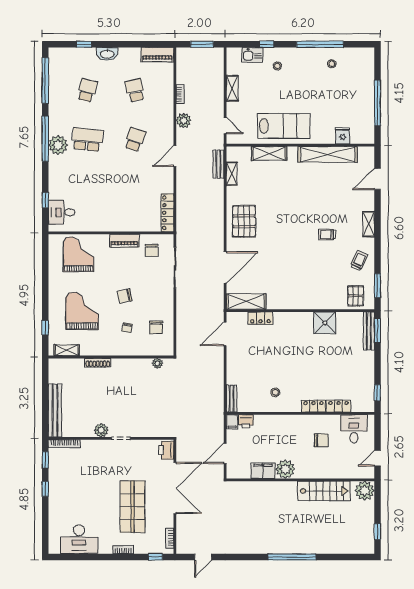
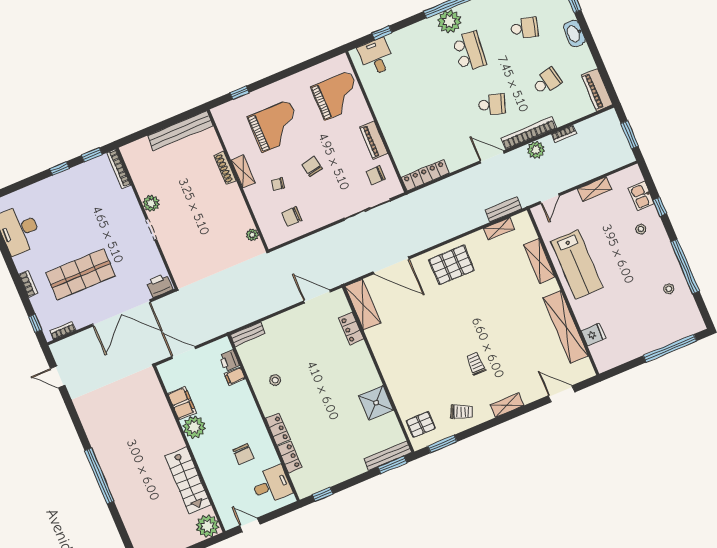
window: (377, 103) -> (670, 348), moved
bookcase: (169, 120) -> (529, 133), added
shelving: (67, 350) -> (243, 171), moved
bench: (55, 411) -> (180, 131), moved
filing cabinet: (232, 422) -> (235, 376), moved

